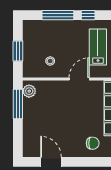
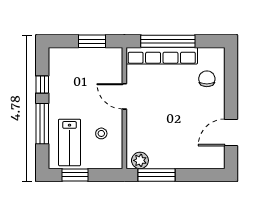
lab bench: (98, 47) -> (70, 142), moved, turned -90
window: (18, 51) -> (75, 175), moved

